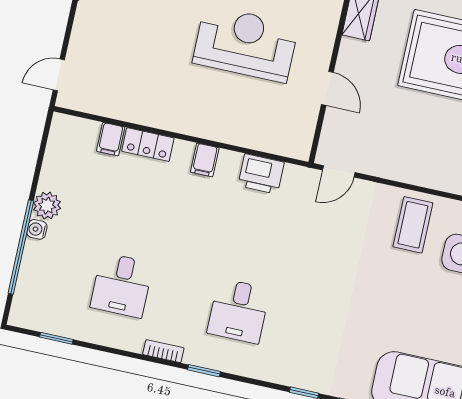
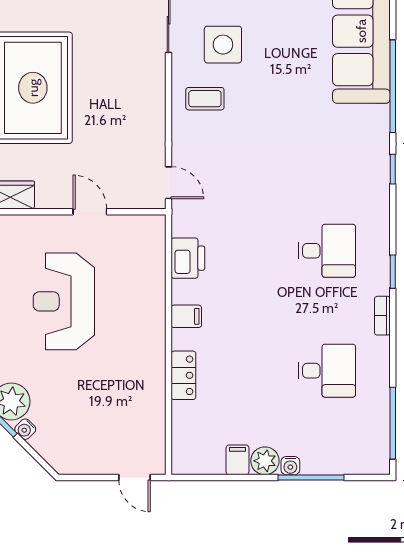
door: (327, 88) -> (90, 212), hinge flipped
filing cabinet: (111, 139) -> (238, 460), moved, turned -90
coffee table: (413, 225) -> (205, 99), width x0.73, depth x0.77
window: (21, 247) -> (311, 478), width x0.68
window: (56, 338) -> (393, 423), width x2.17

